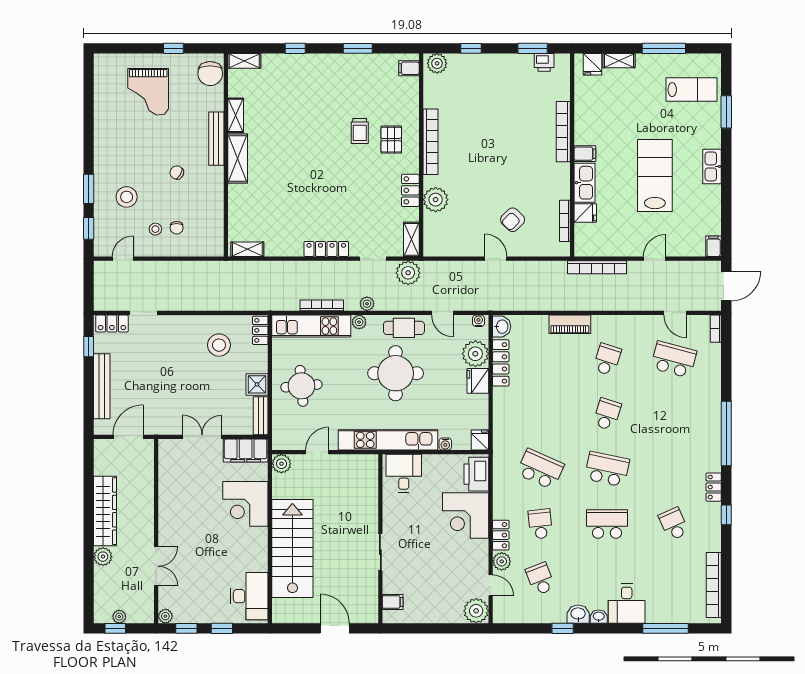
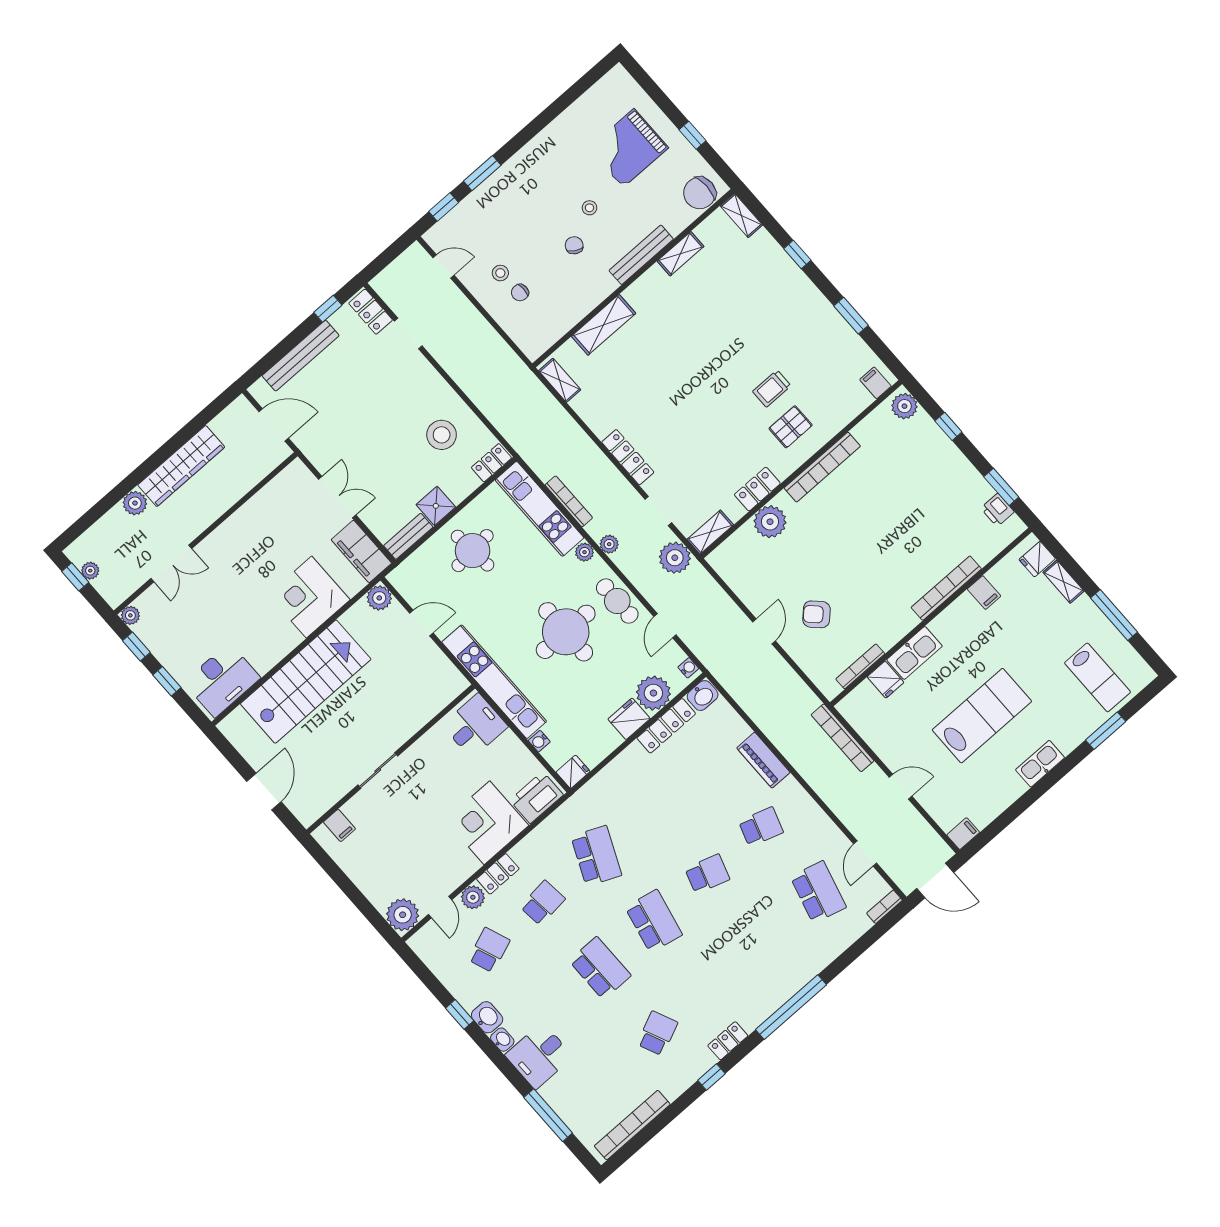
filing cabinet: (585, 154) -> (984, 593), moved
shelving: (238, 159) -> (604, 325), moved
stool: (127, 197) -> (589, 208), moved, width x0.53, depth x0.53

